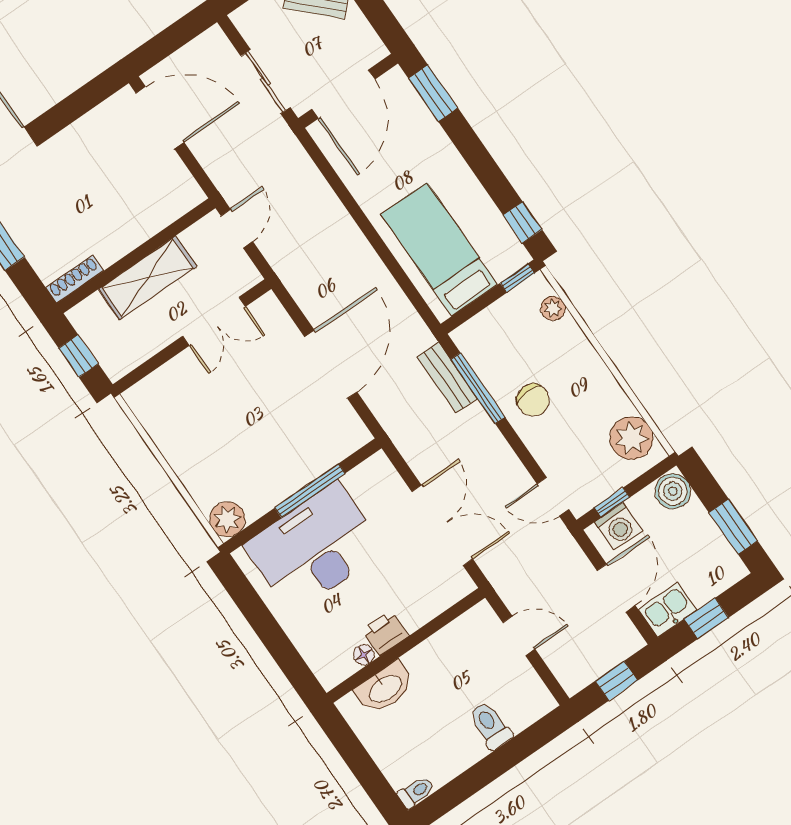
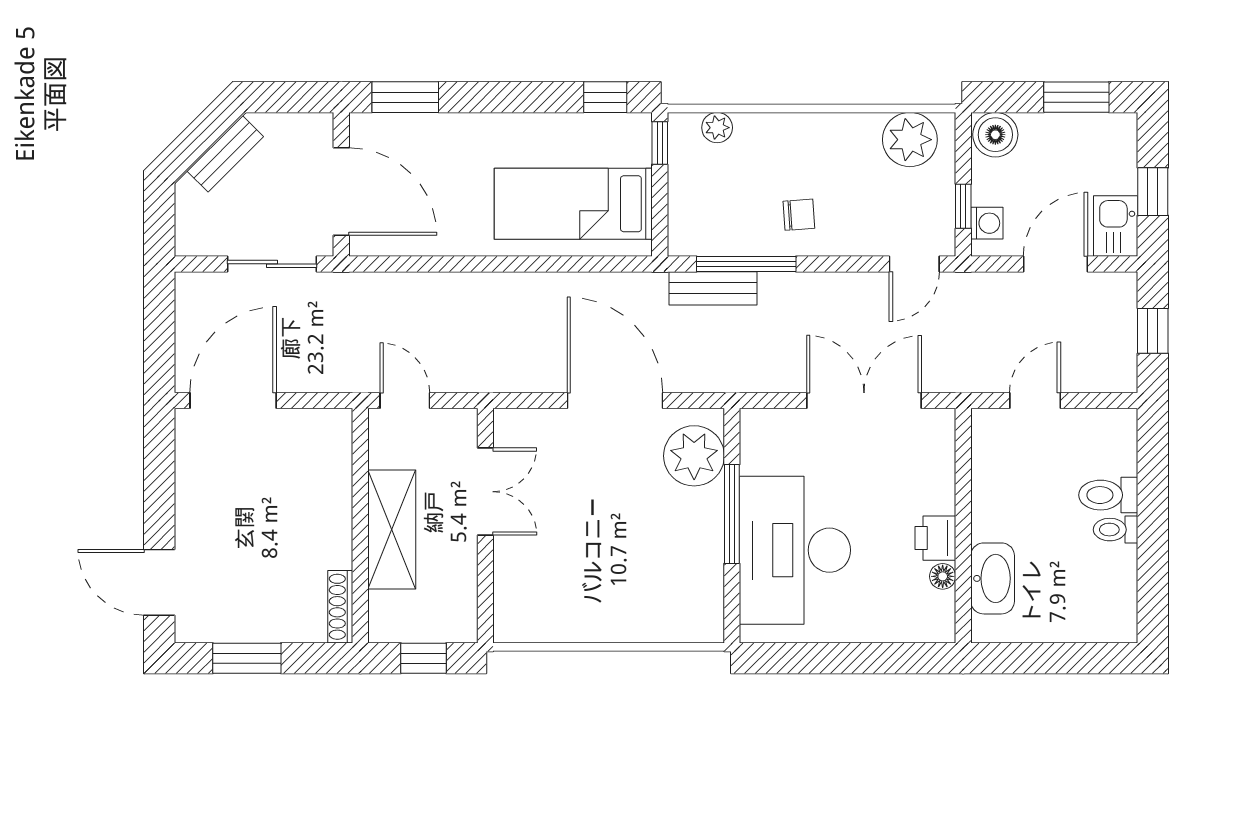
chair: (533, 400) -> (799, 215), width x0.73, depth x0.73
plant: (227, 519) -> (694, 456), moved, width x1.36, depth x1.36
washing machine: (618, 526) -> (987, 223), width x0.73, depth x0.73
door: (616, 588) -> (1056, 264), hinge flipped
toilet: (416, 792) -> (1116, 530), moved, turned -90

